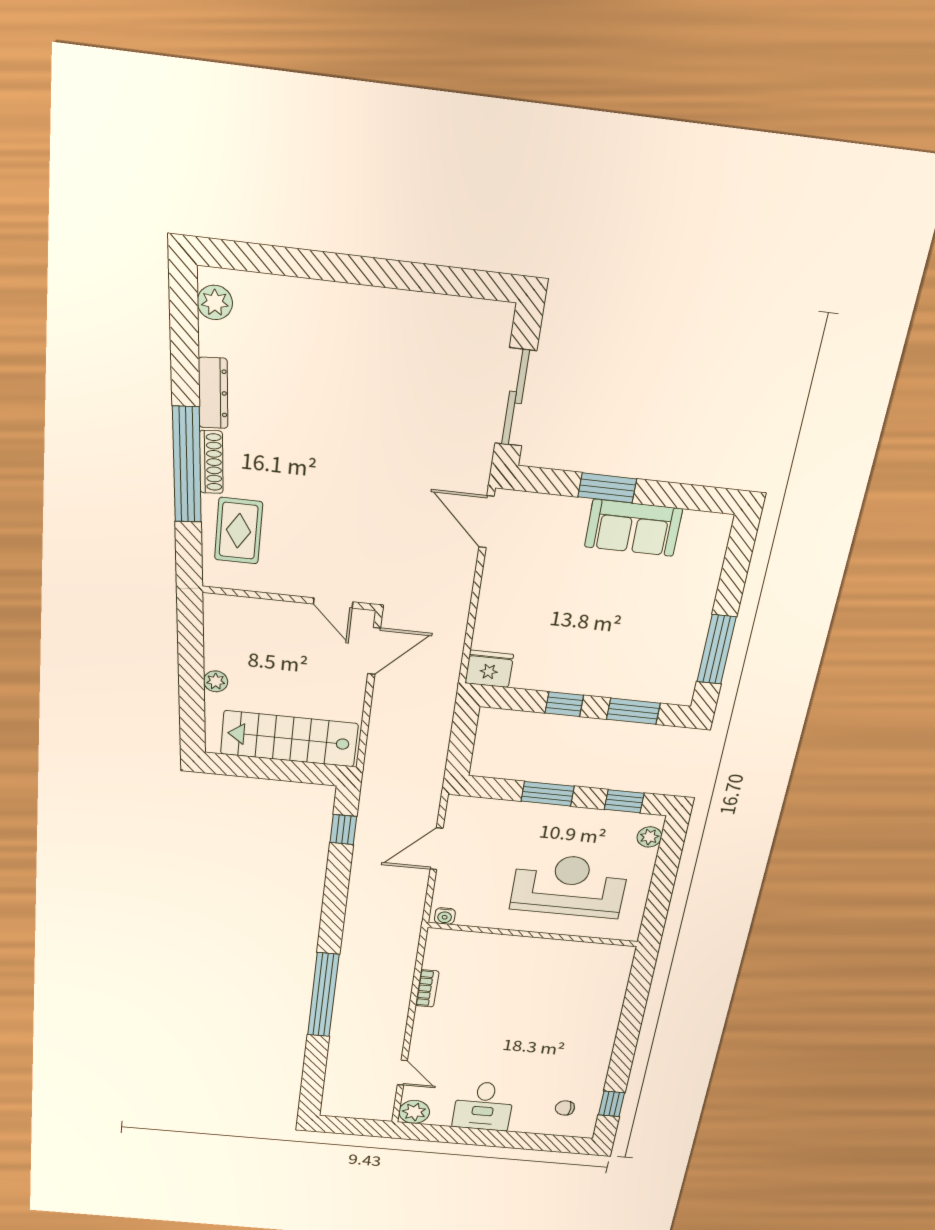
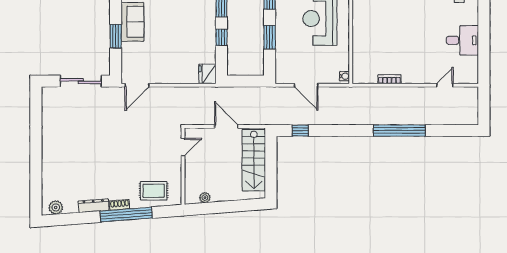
shoe rack: (211, 462) -> (120, 205), width x0.70
door: (374, 651) -> (226, 126), moved
plant: (216, 681) -> (205, 198), moved
plant: (414, 1112) -> (470, 76), removed

